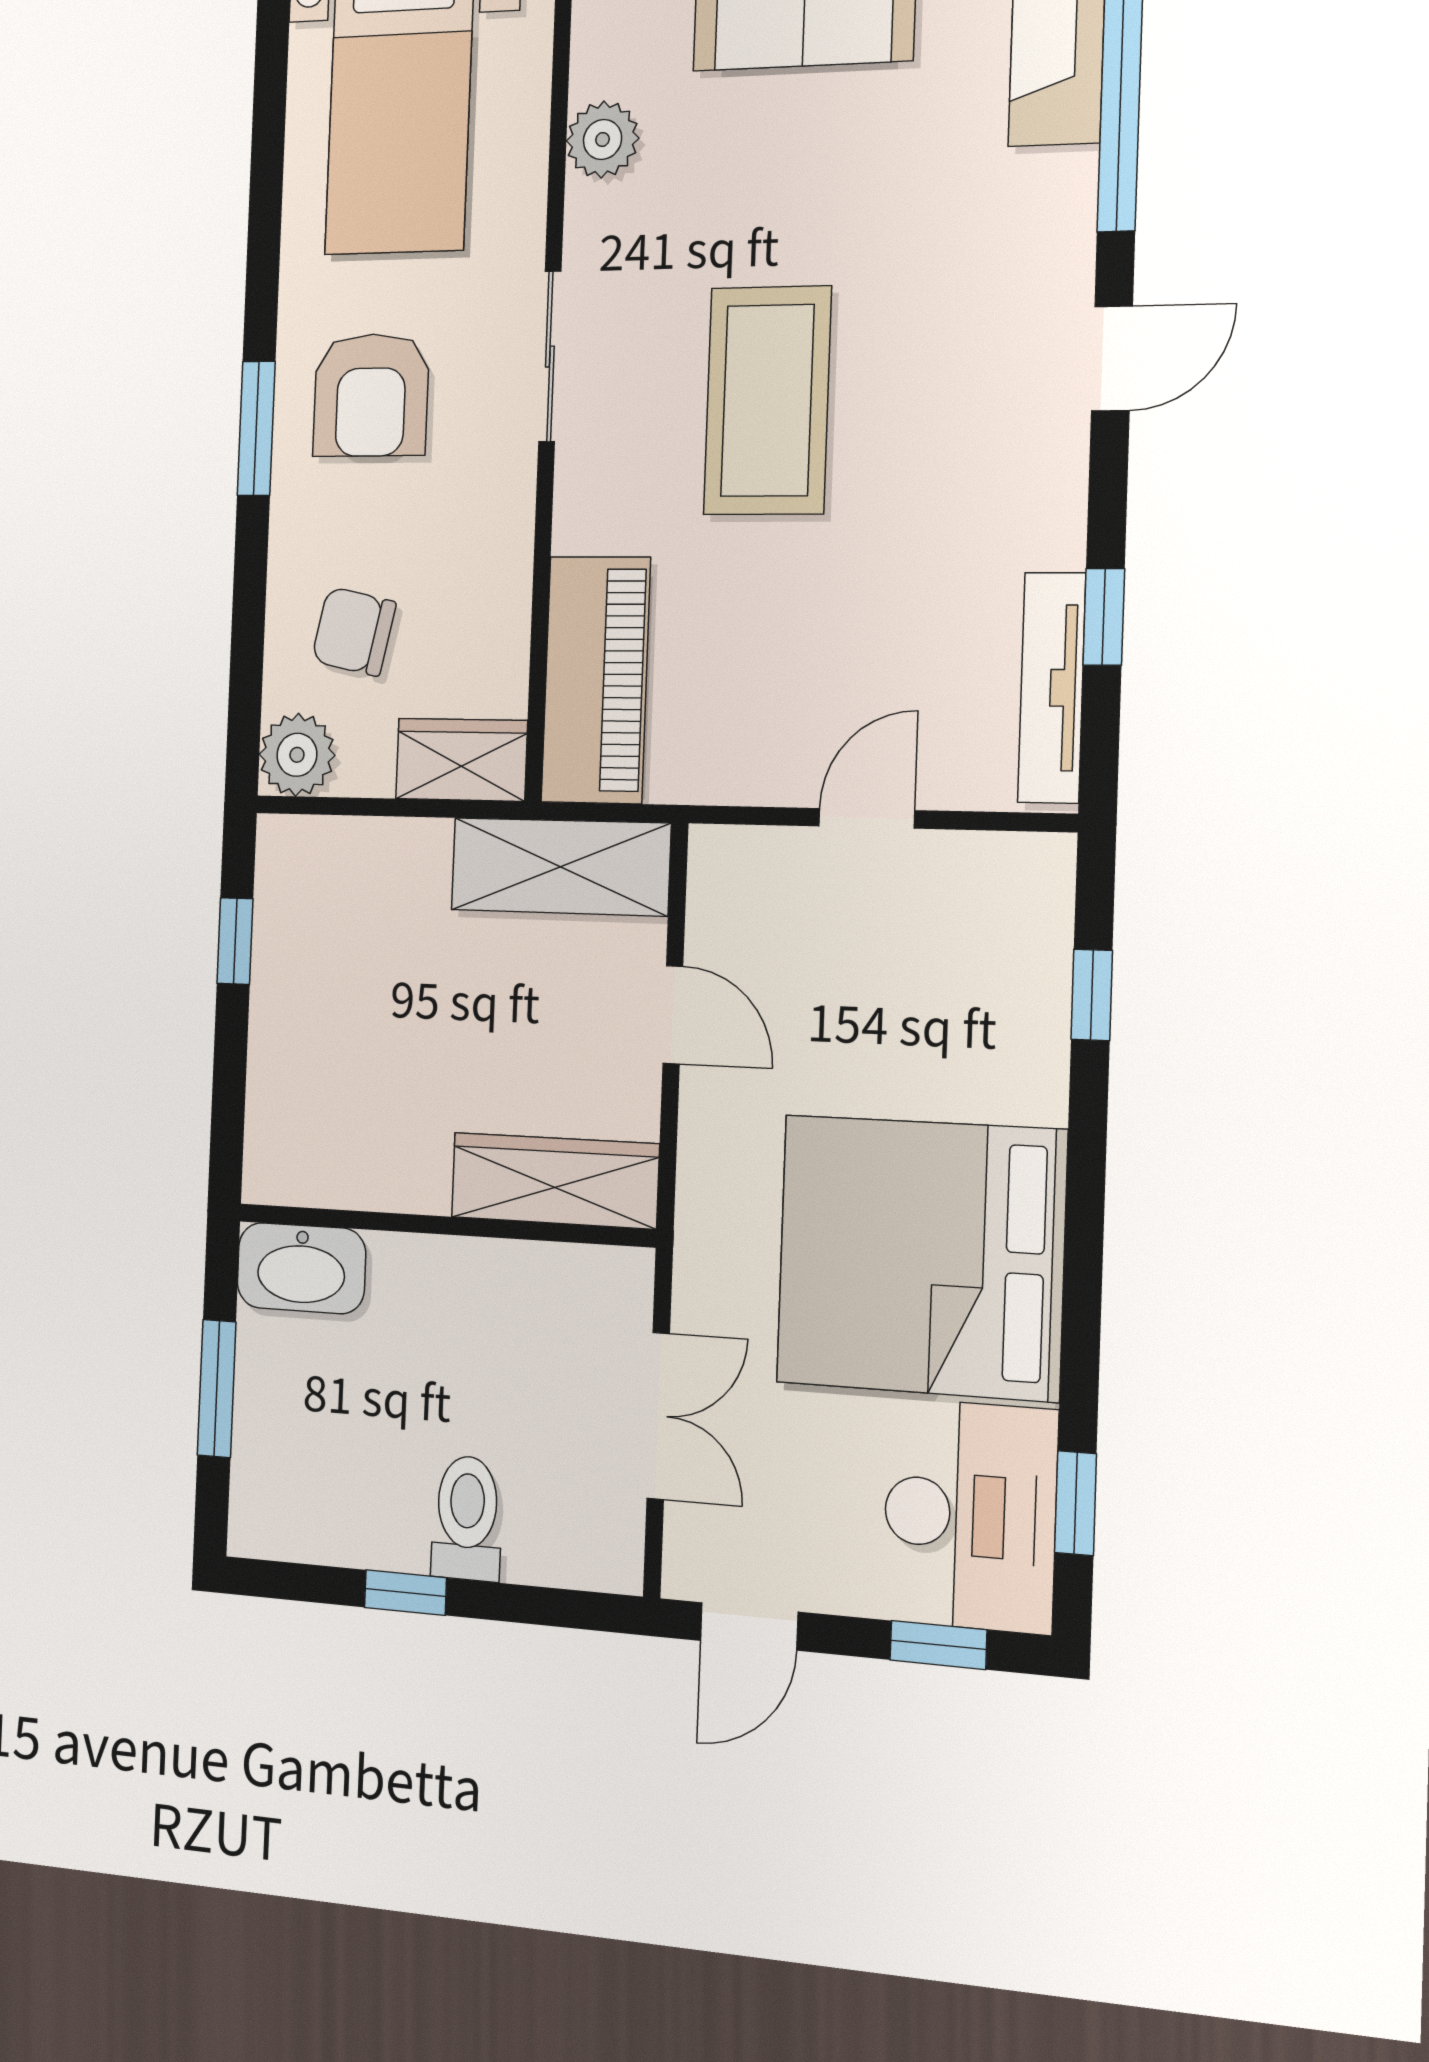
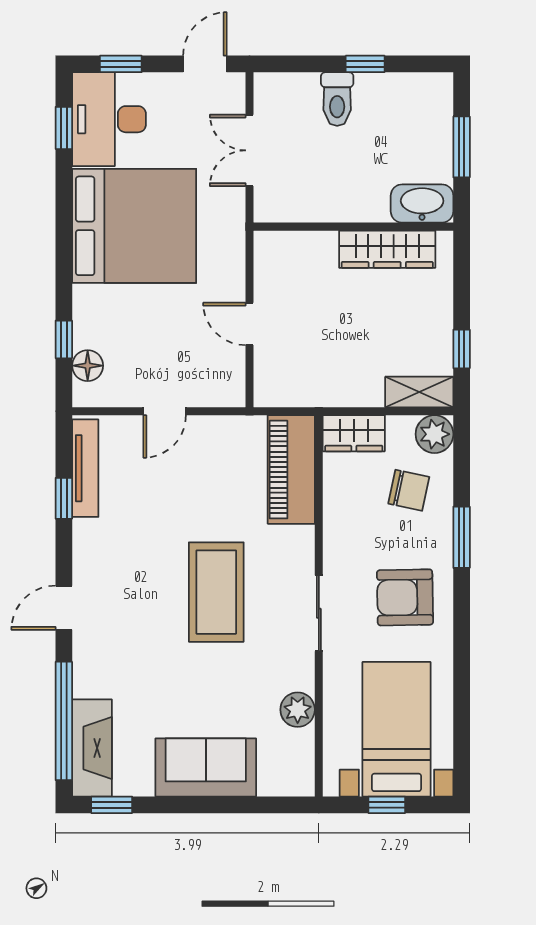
armchair: (371, 395) -> (405, 597), turned -91
window: (256, 428) -> (462, 537), moved
shelving: (560, 867) -> (419, 392), moved, width x0.67, depth x0.75
floor lamp: (1038, 931) -> (88, 366), added
wardrobe: (555, 1181) -> (387, 249), moved

